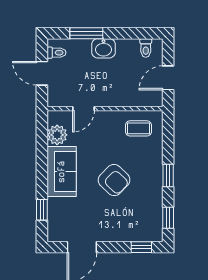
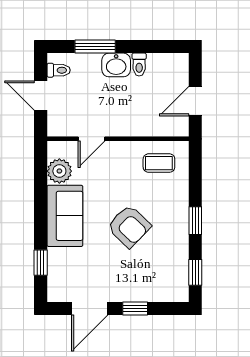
toilet: (146, 48) -> (139, 64), moved
window: (141, 247) -> (135, 308), moved

